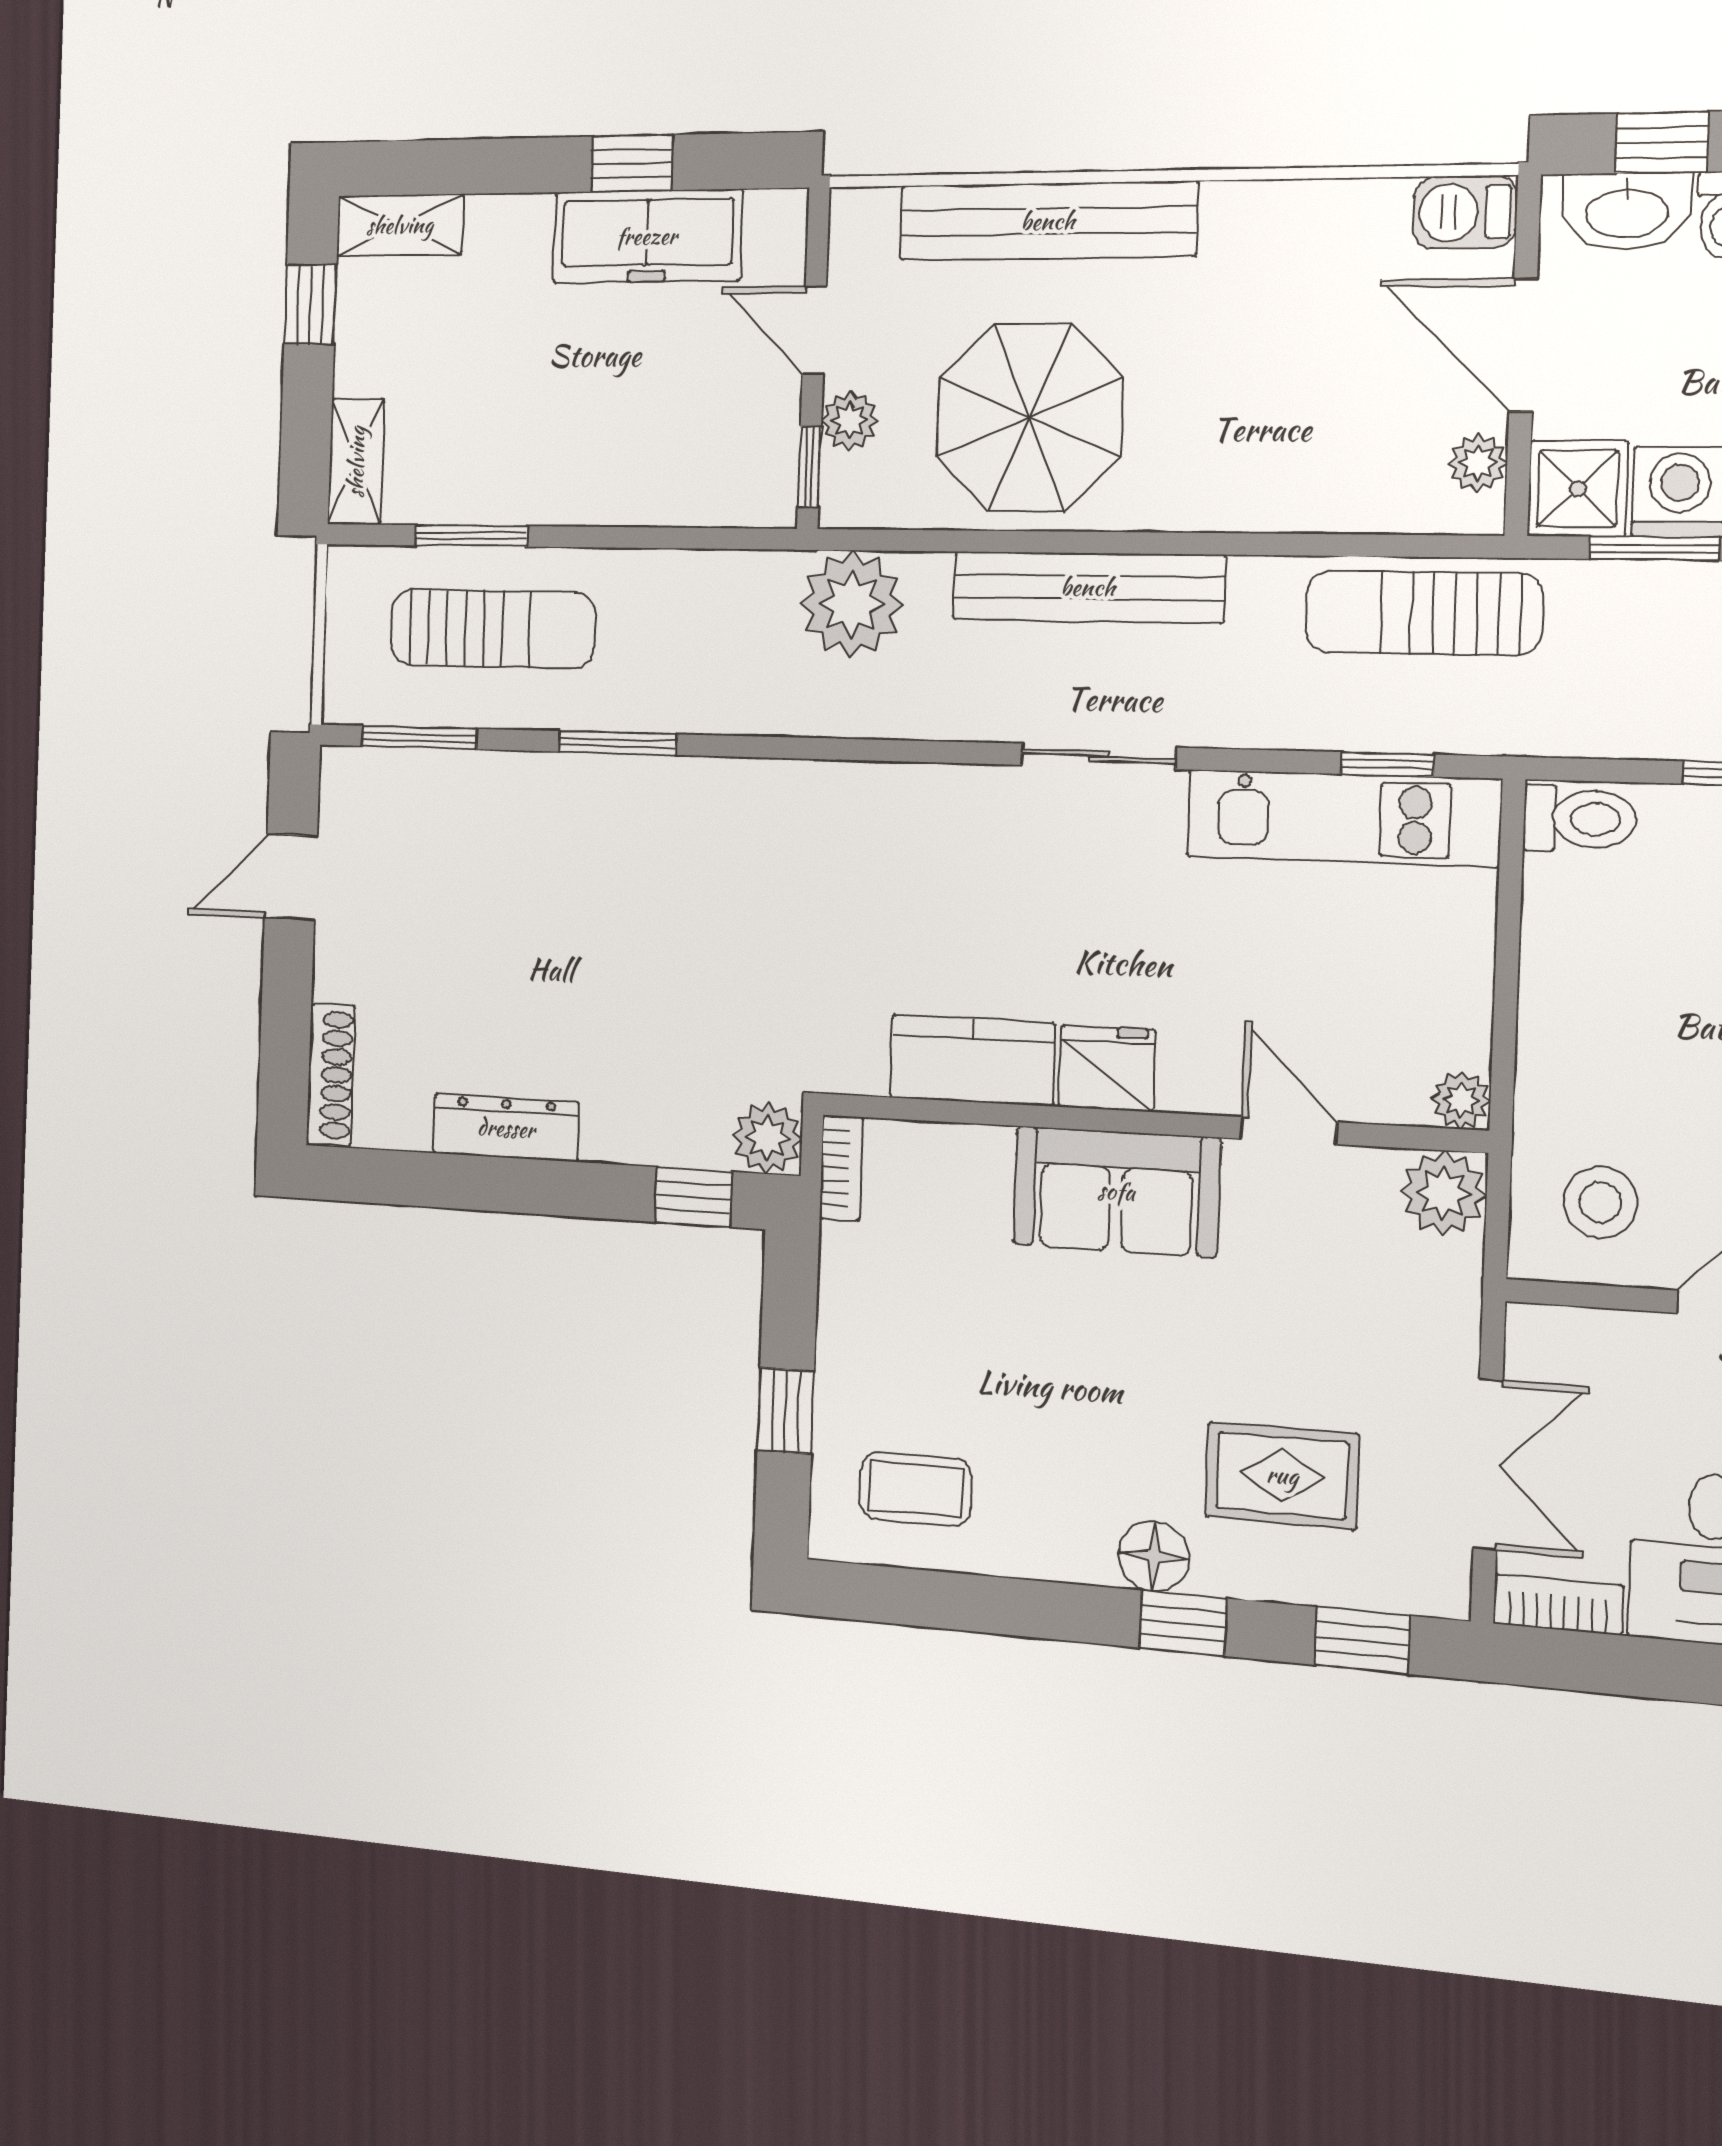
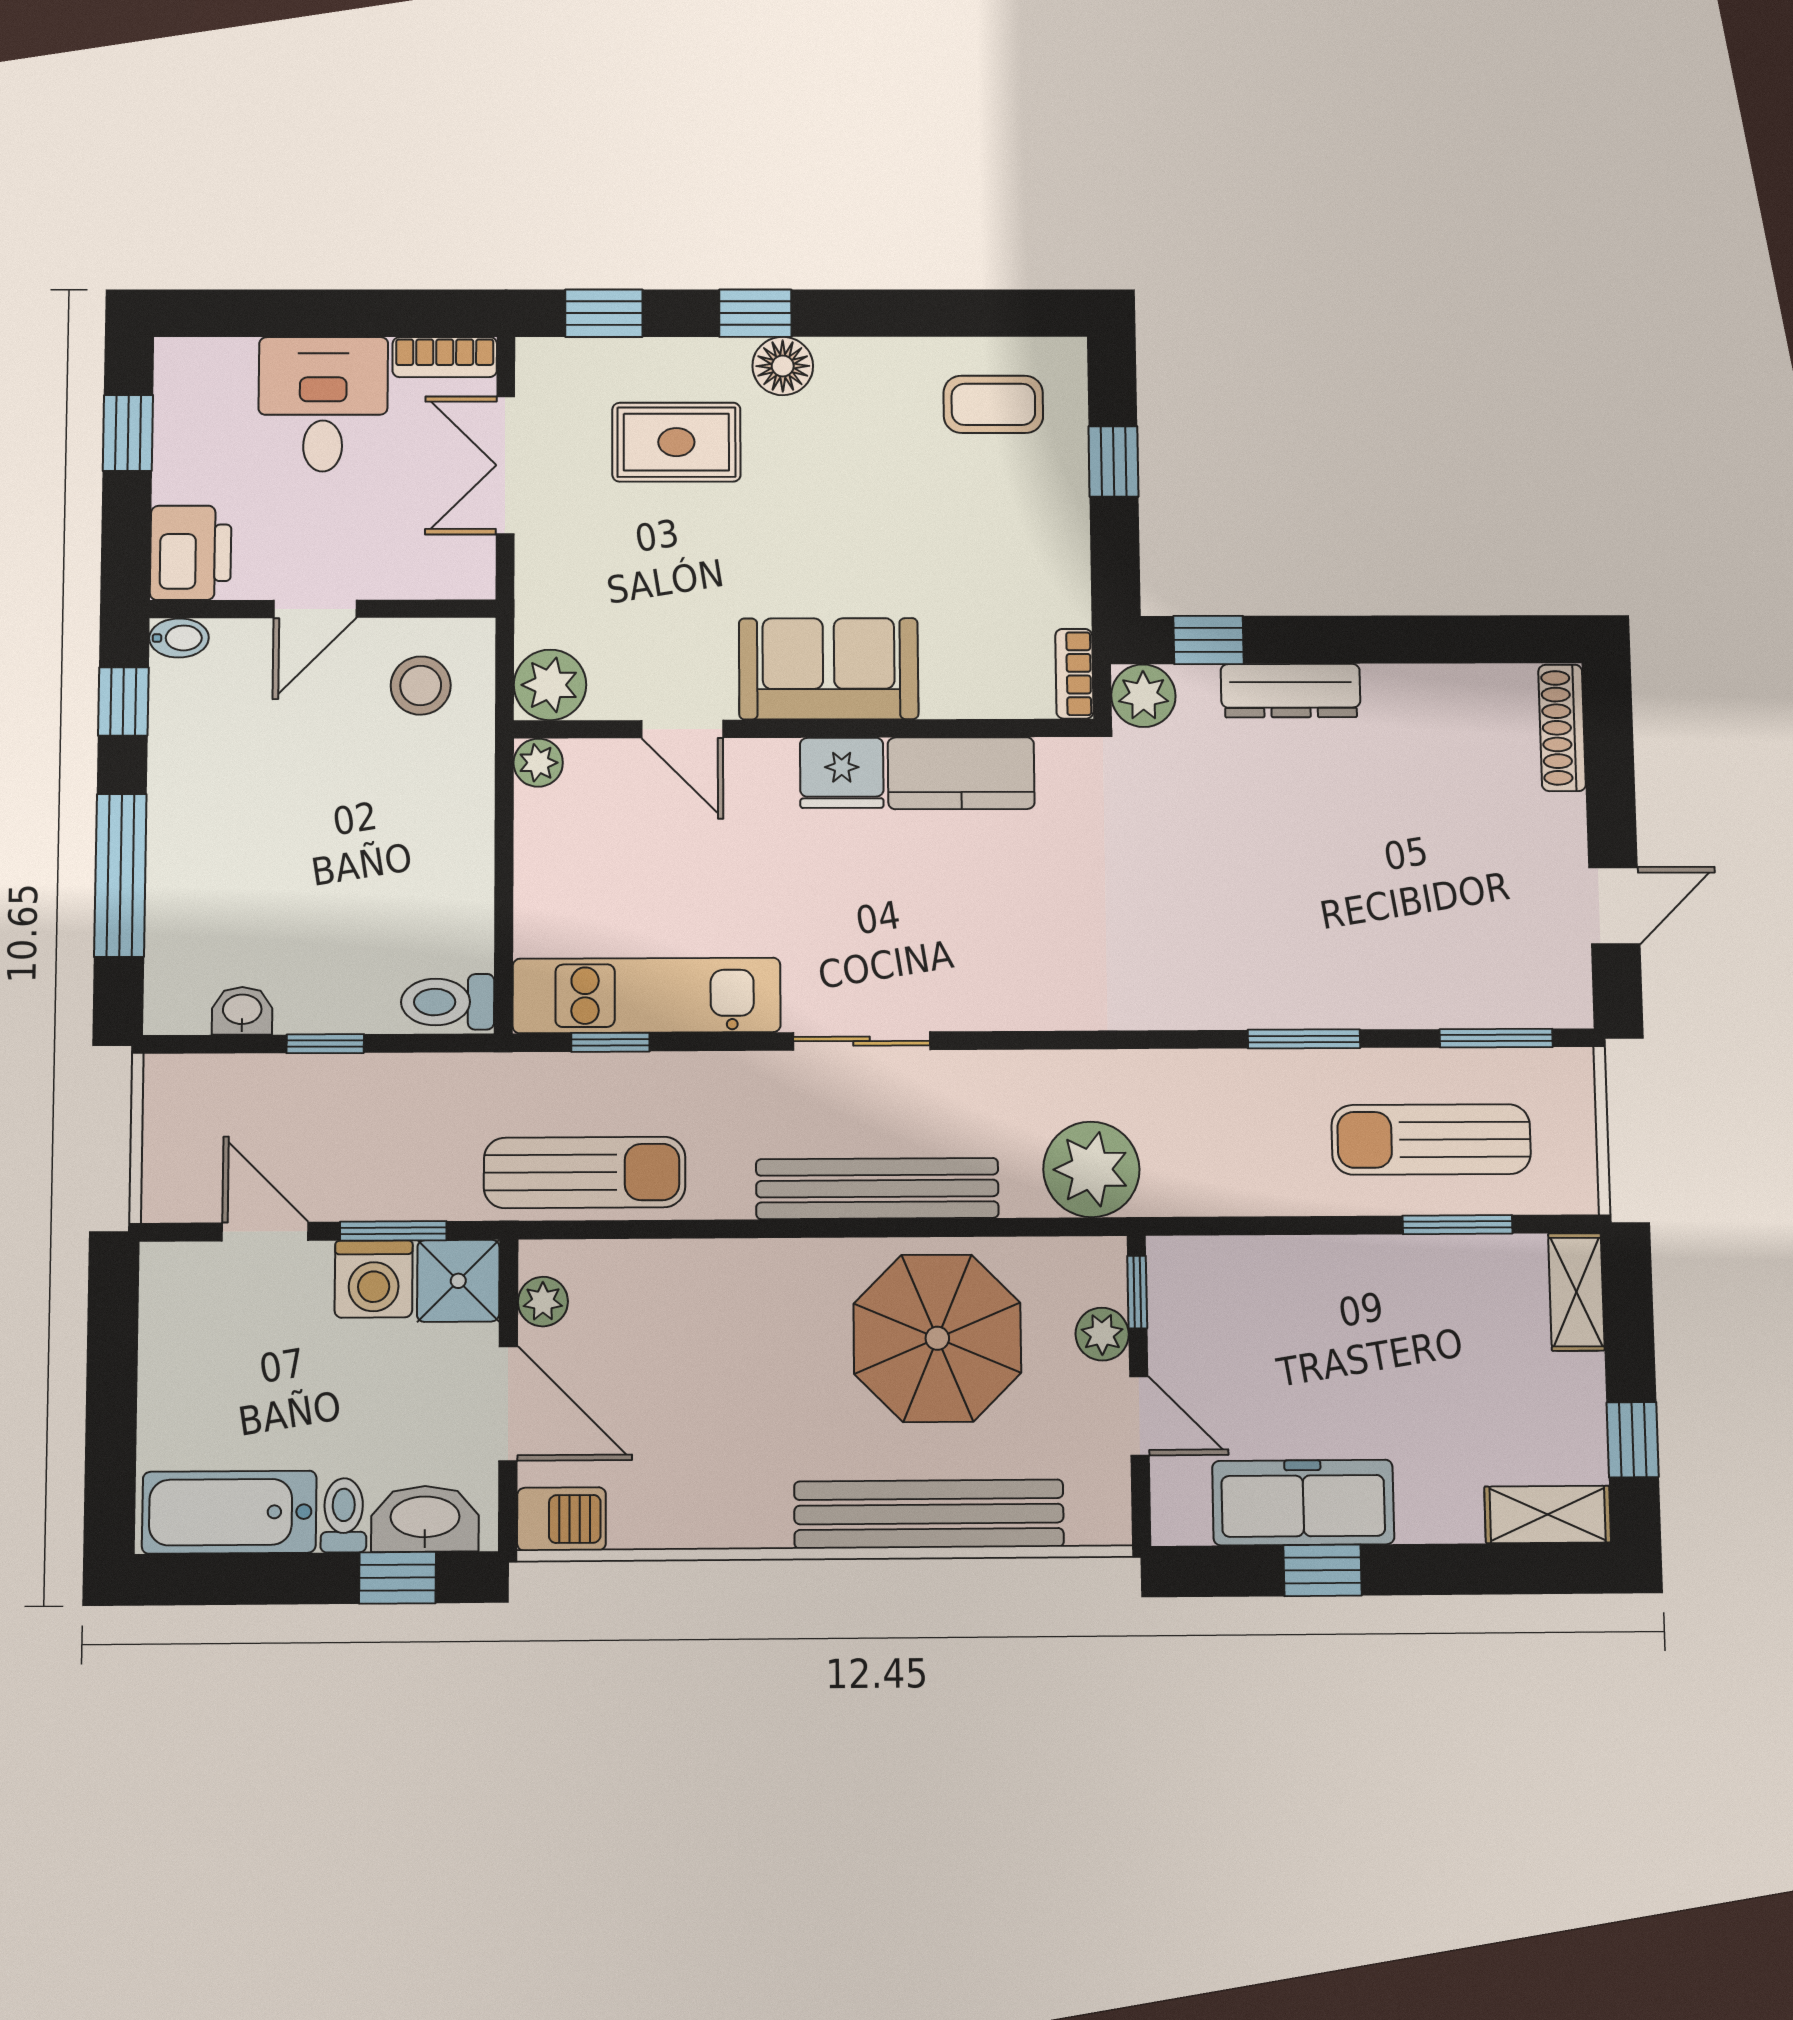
dresser: (506, 1128) -> (1291, 691), moved

